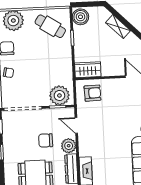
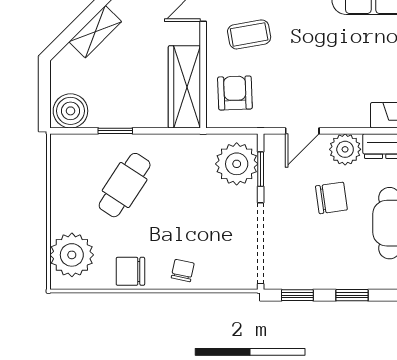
cafe table: (50, 26) -> (125, 185), moved
wardrobe: (88, 70) -> (184, 87), width x1.50
coffee table: (120, 98) -> (249, 34), added
chair: (46, 140) -> (331, 198), turned -98

